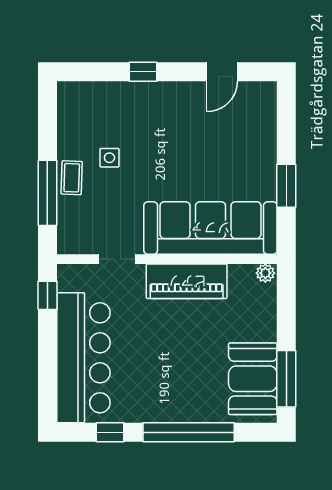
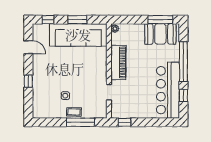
window: (286, 117) -> (48, 20), added
sofa: (210, 228) -> (78, 35), moved, turned -90
bar counter: (83, 358) -> (168, 90), moved, turned -90

